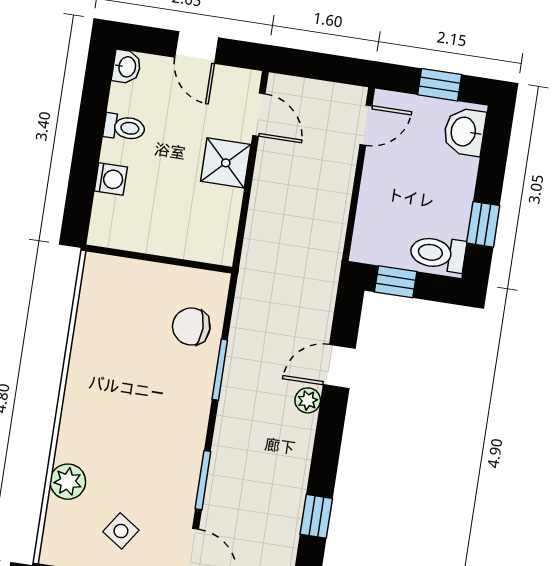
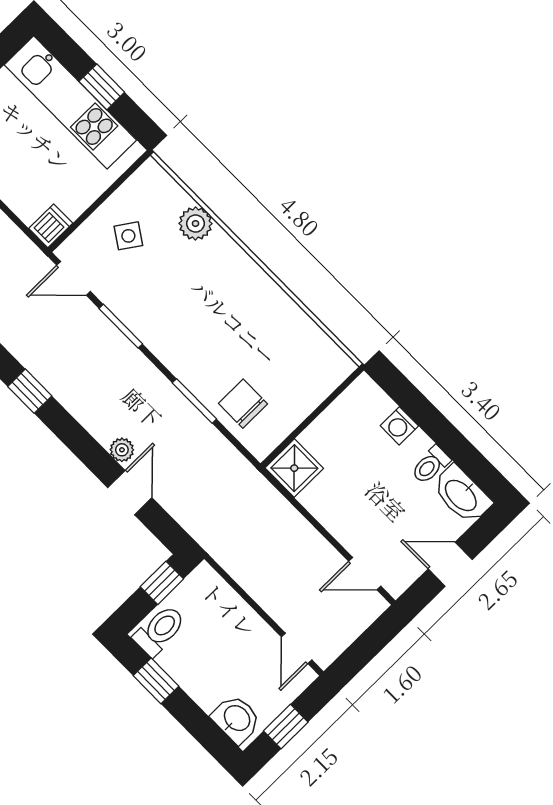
washbasin: (126, 67) -> (462, 495), width x1.91, depth x1.45
shower: (226, 163) -> (294, 468), moved
chair: (191, 327) -> (243, 404), turned -90

